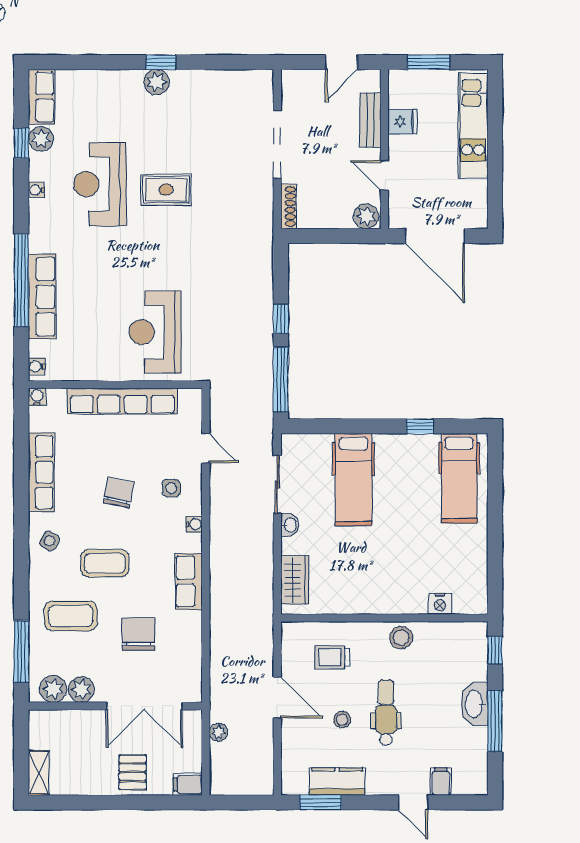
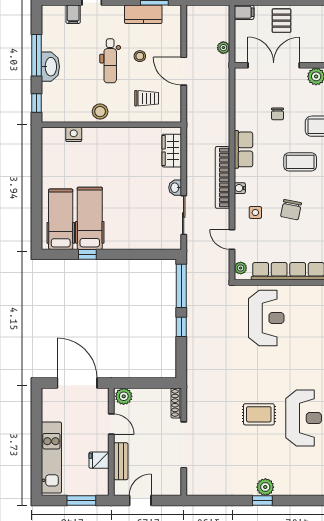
plant: (193, 406) -> (241, 268), added
hospital bed: (354, 480) -> (90, 218), moved
bookcase: (220, 540) -> (223, 177), added
chair: (138, 634) -> (278, 114), width x0.54, depth x0.54

